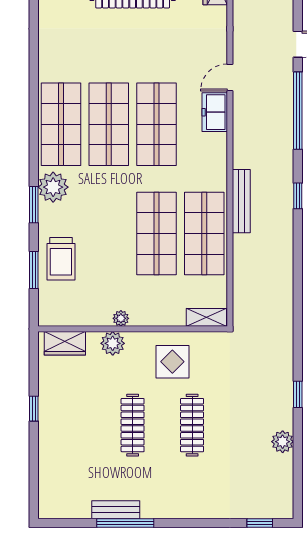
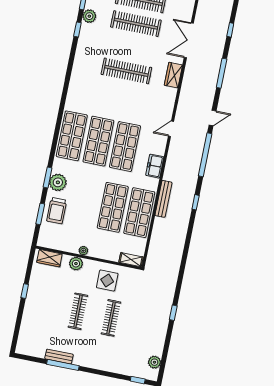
freezer: (215, 112) -> (155, 166), moved
plant: (53, 187) -> (58, 182), moved
plant: (283, 442) -> (154, 362), moved

